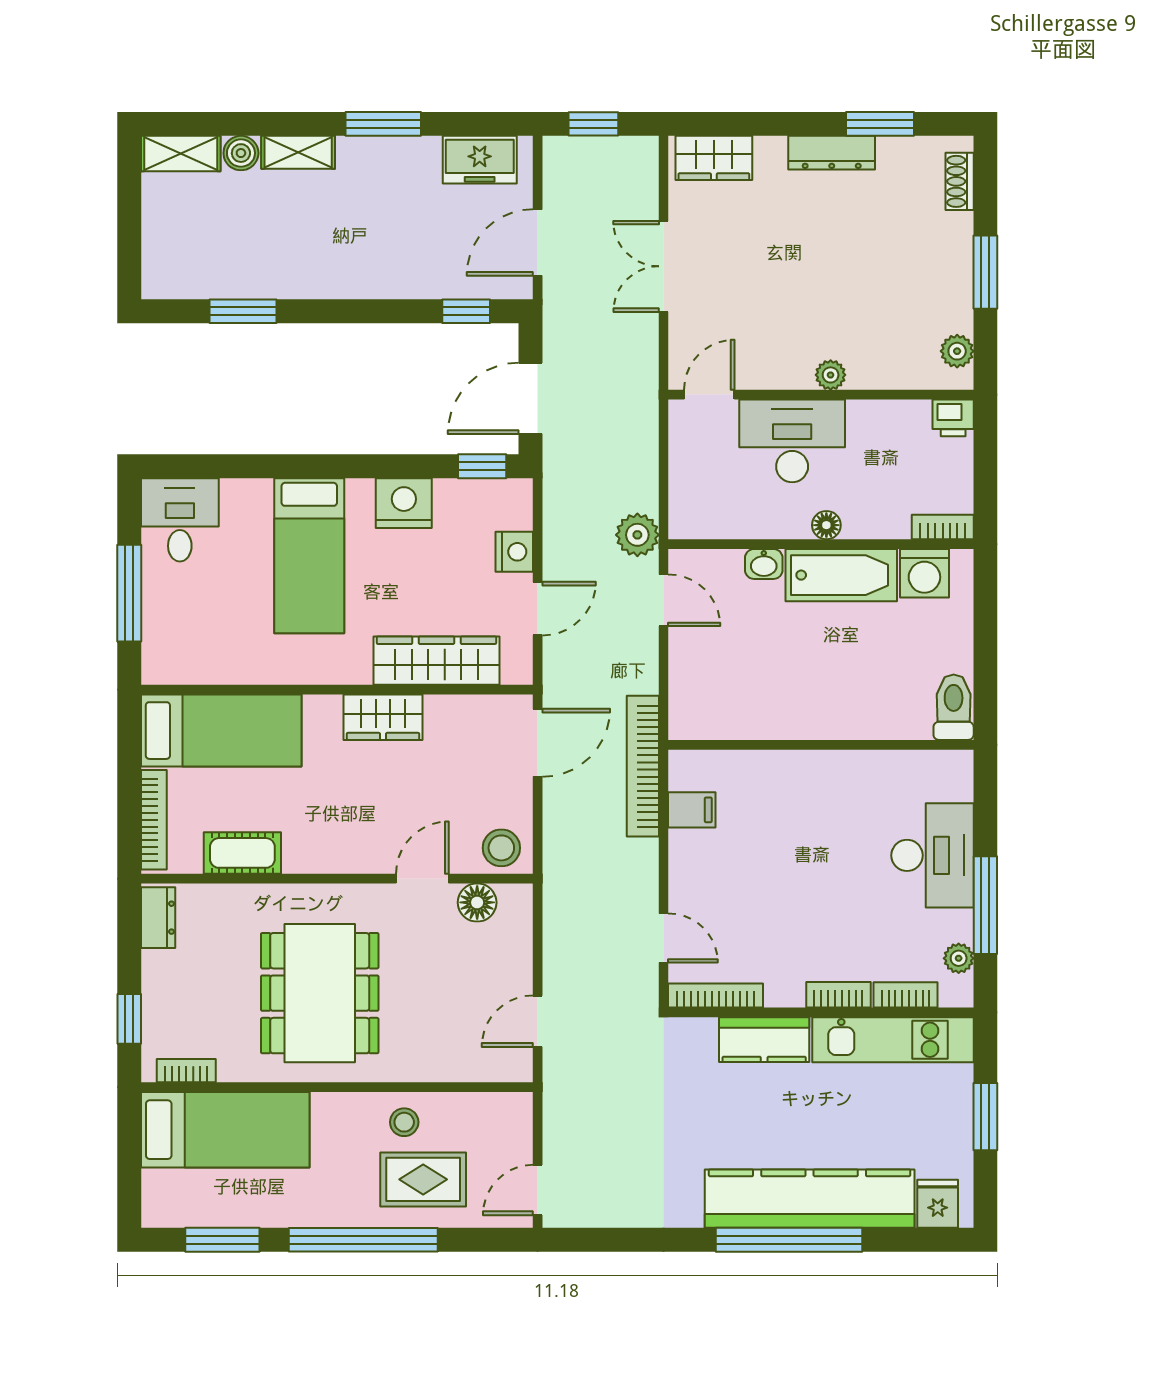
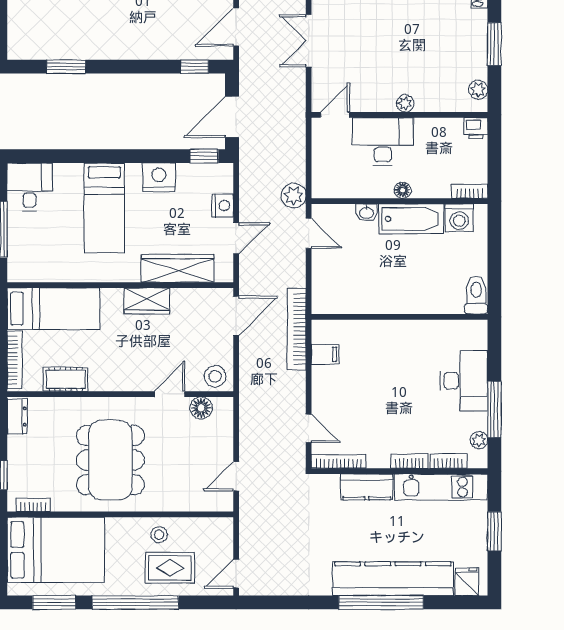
bed: (225, 1130) -> (56, 550), width x1.50

